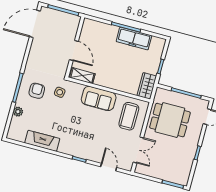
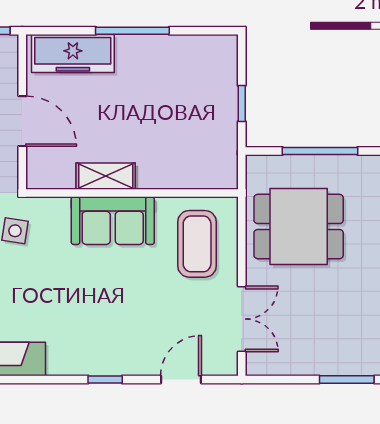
freezer: (134, 39) -> (73, 54), moved
shelving: (82, 76) -> (106, 176), moved
wardrobe: (147, 86) -> (220, 159), removed
door: (109, 167) -> (181, 379), hinge flipped

